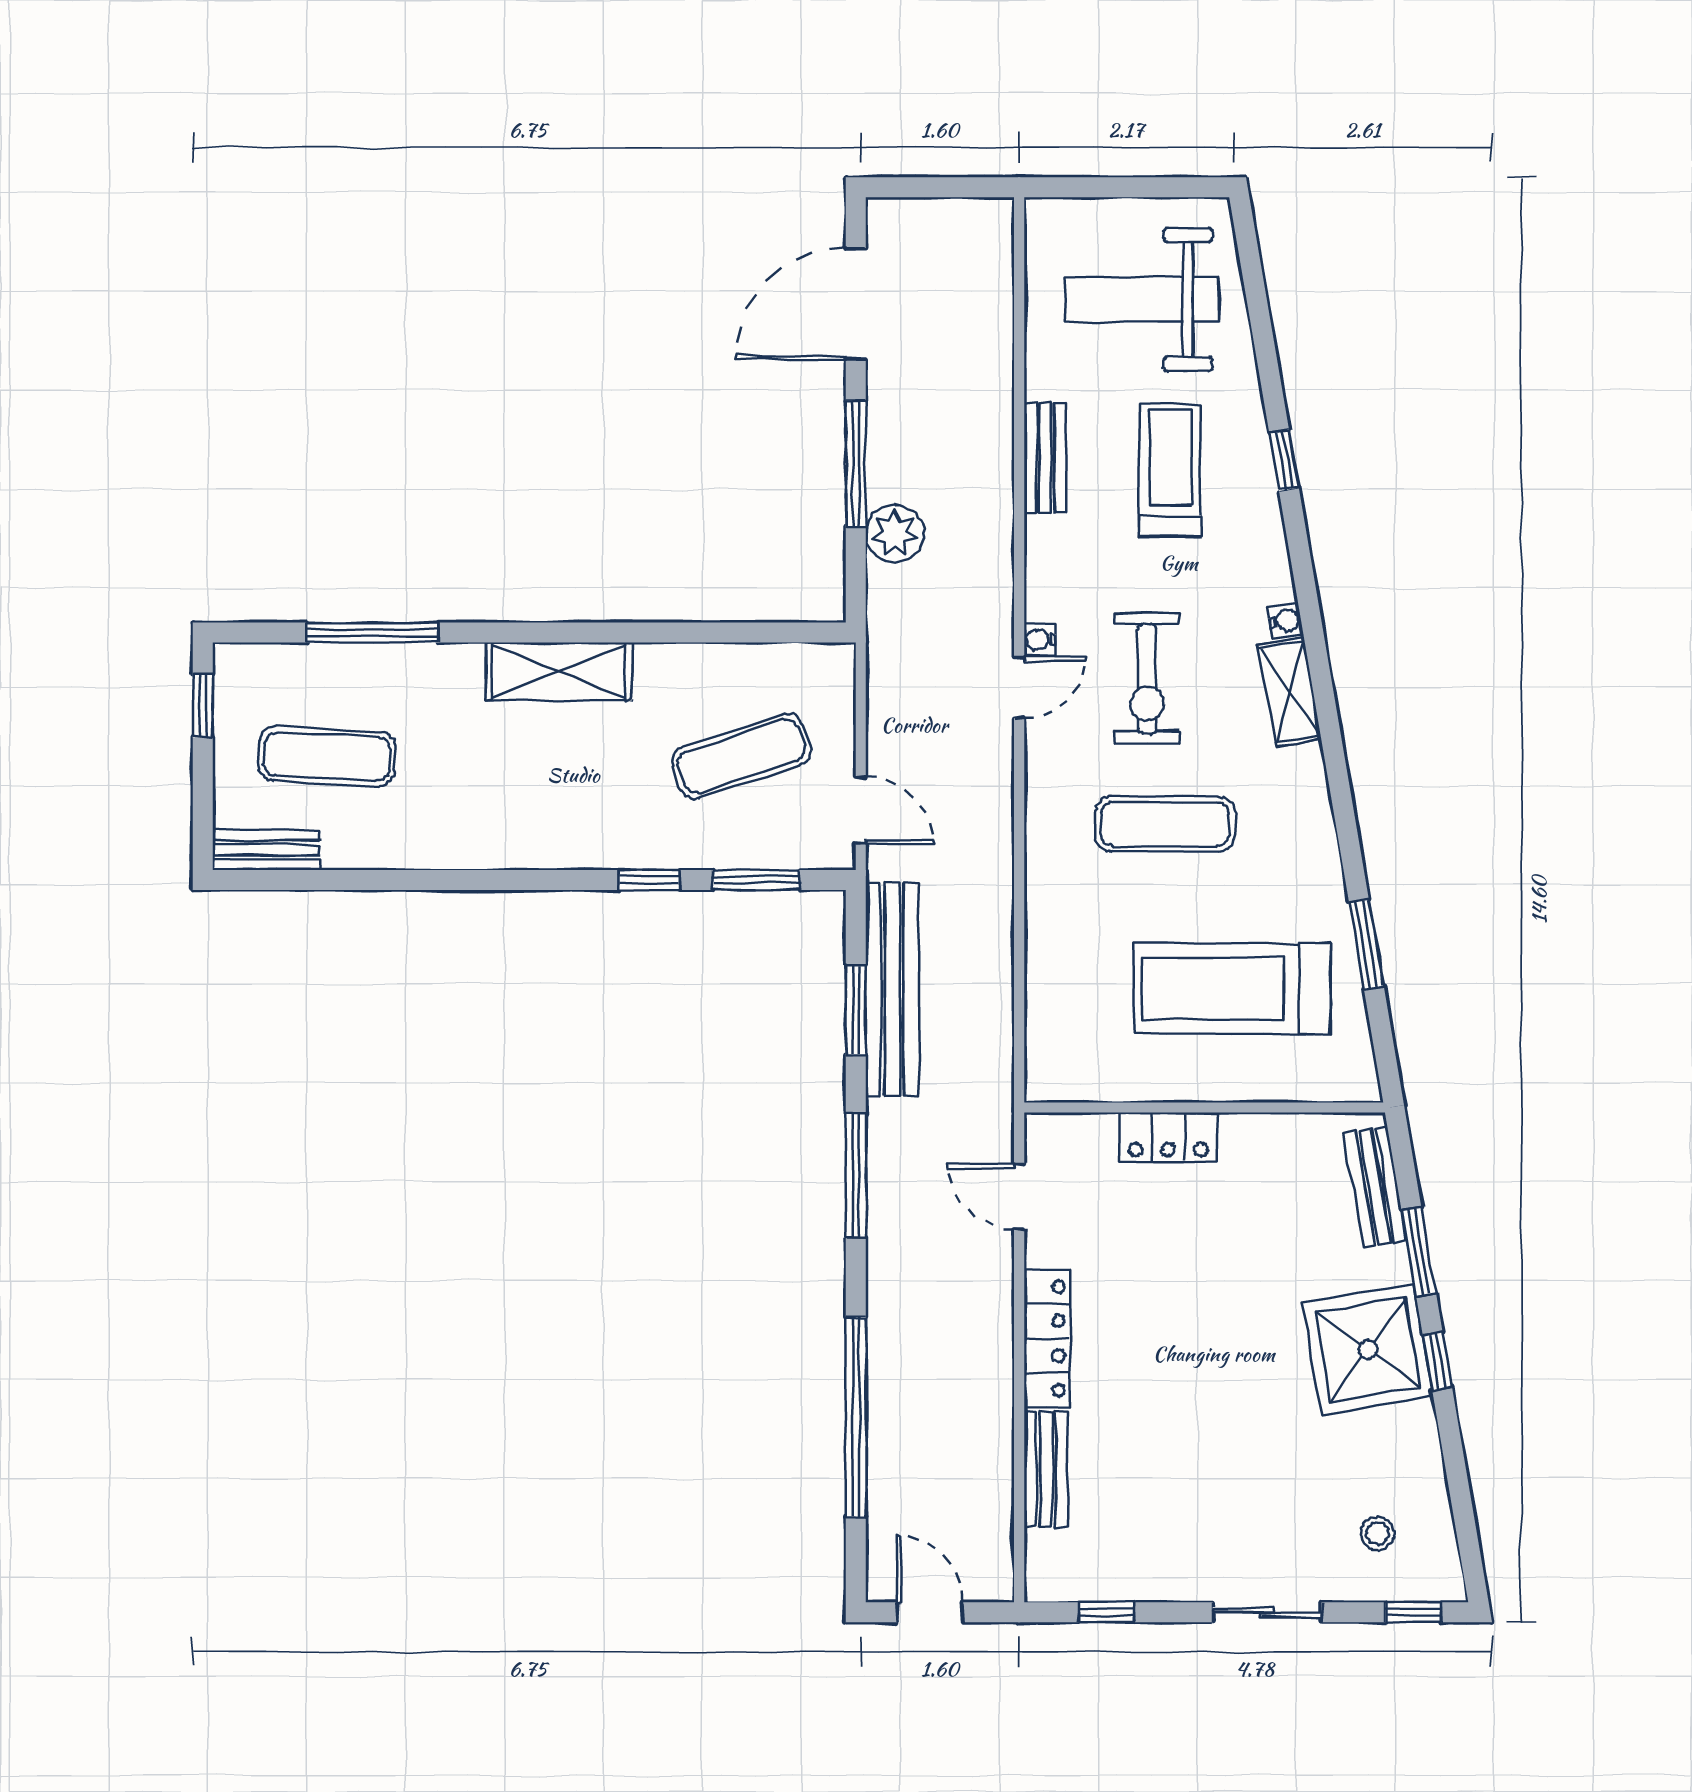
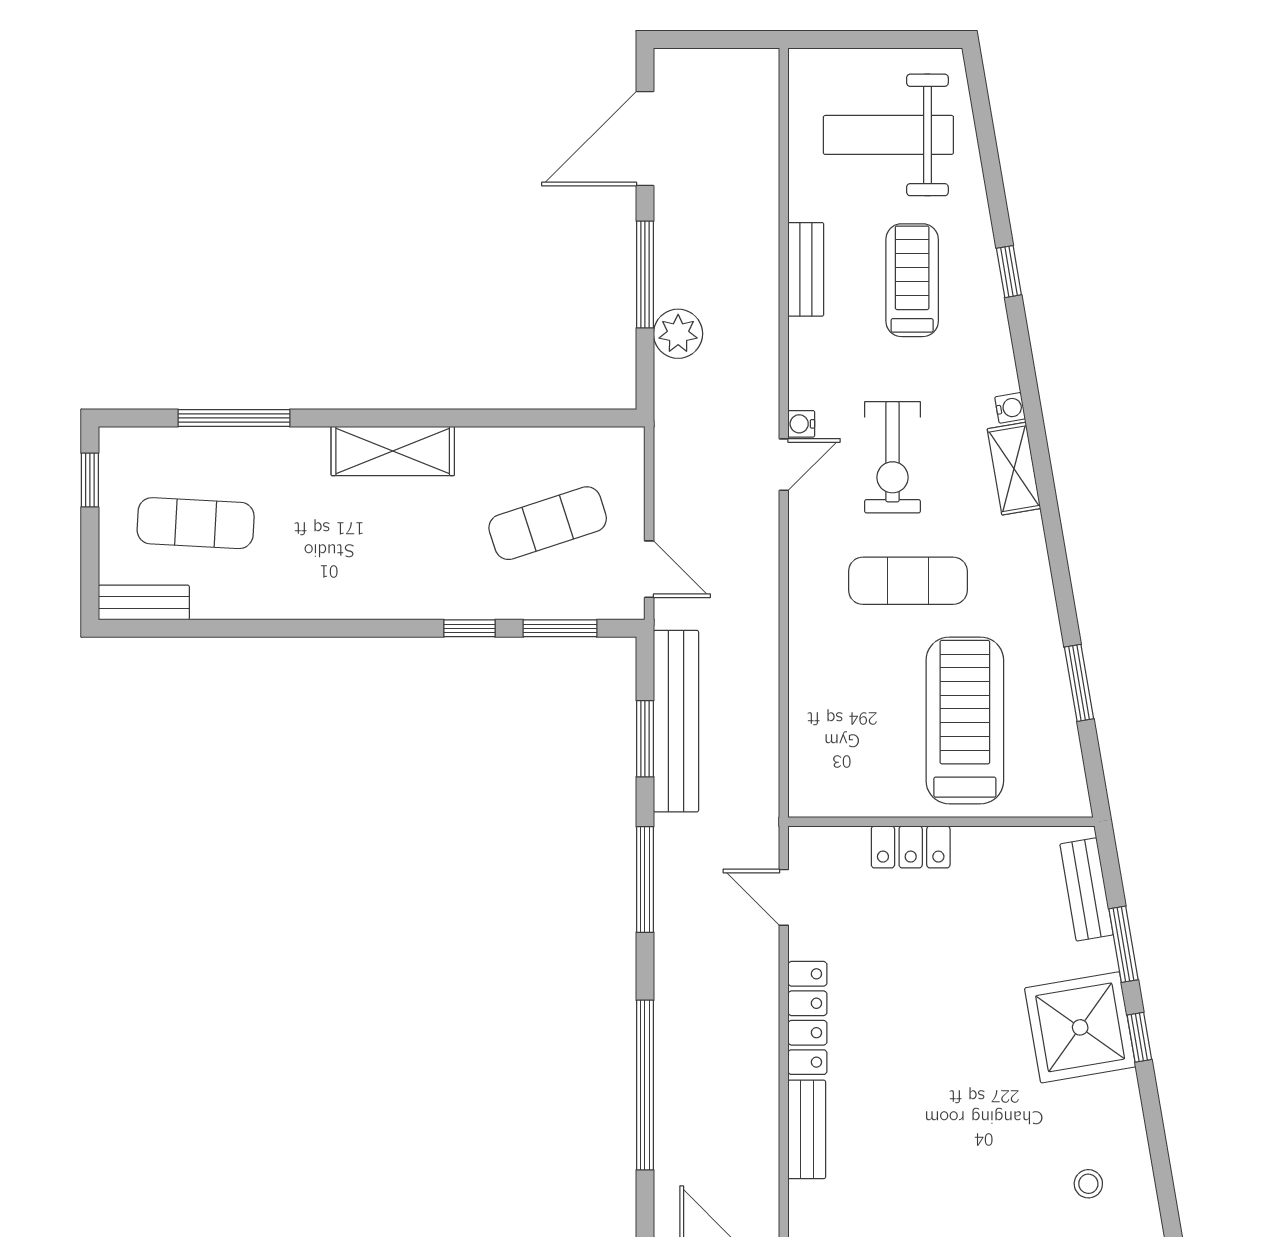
treadmill: (1232, 988) -> (965, 720), turned 90

